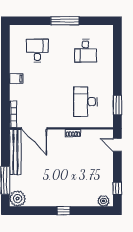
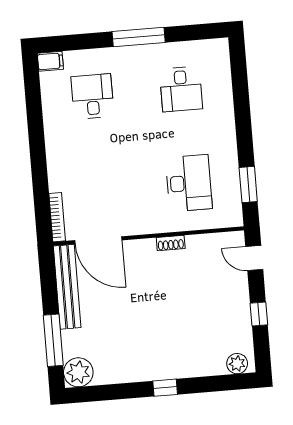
filing cabinet: (16, 79) -> (50, 61), moved
desk: (85, 102) -> (189, 183), turned 180
window: (117, 188) -> (259, 314), moved

